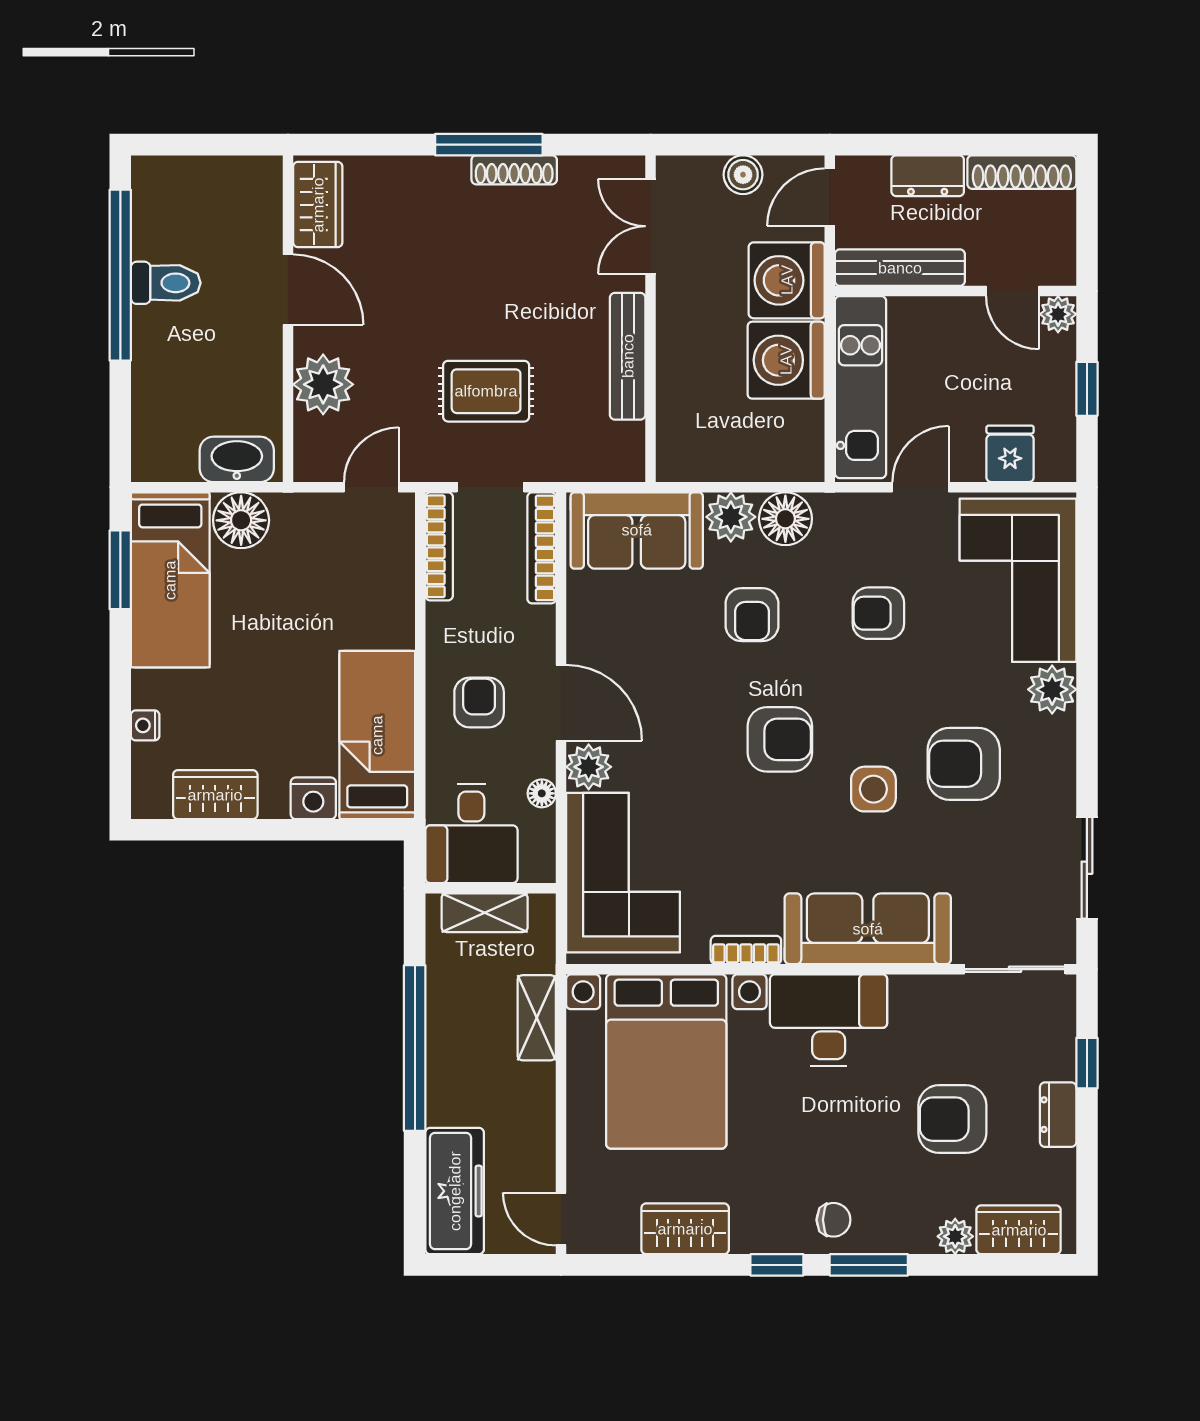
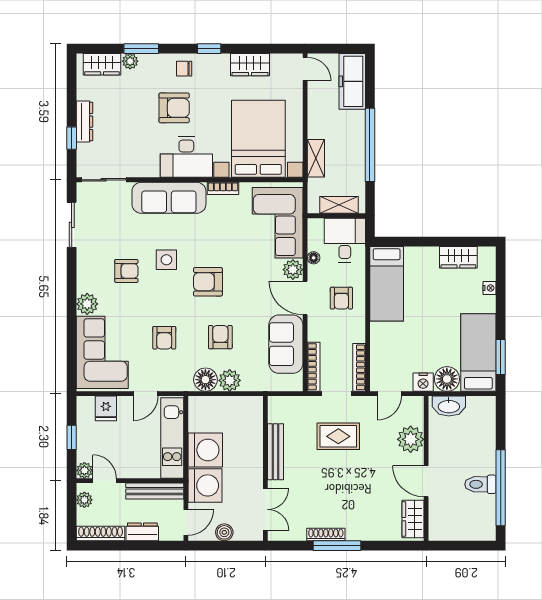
plant: (1058, 248) -> (84, 500), added
sofa: (637, 530) -> (286, 344), moved, turned -90
armchair: (878, 613) -> (164, 338), turned 90
armchair: (964, 764) -> (126, 271), width x0.72, depth x0.72
nightstand: (313, 798) -> (423, 382), moved, turned 180
dresser: (1058, 1115) -> (84, 122), width x1.44
armchair: (952, 1119) -> (174, 108), moved
window: (869, 1265) -> (141, 49), moved

